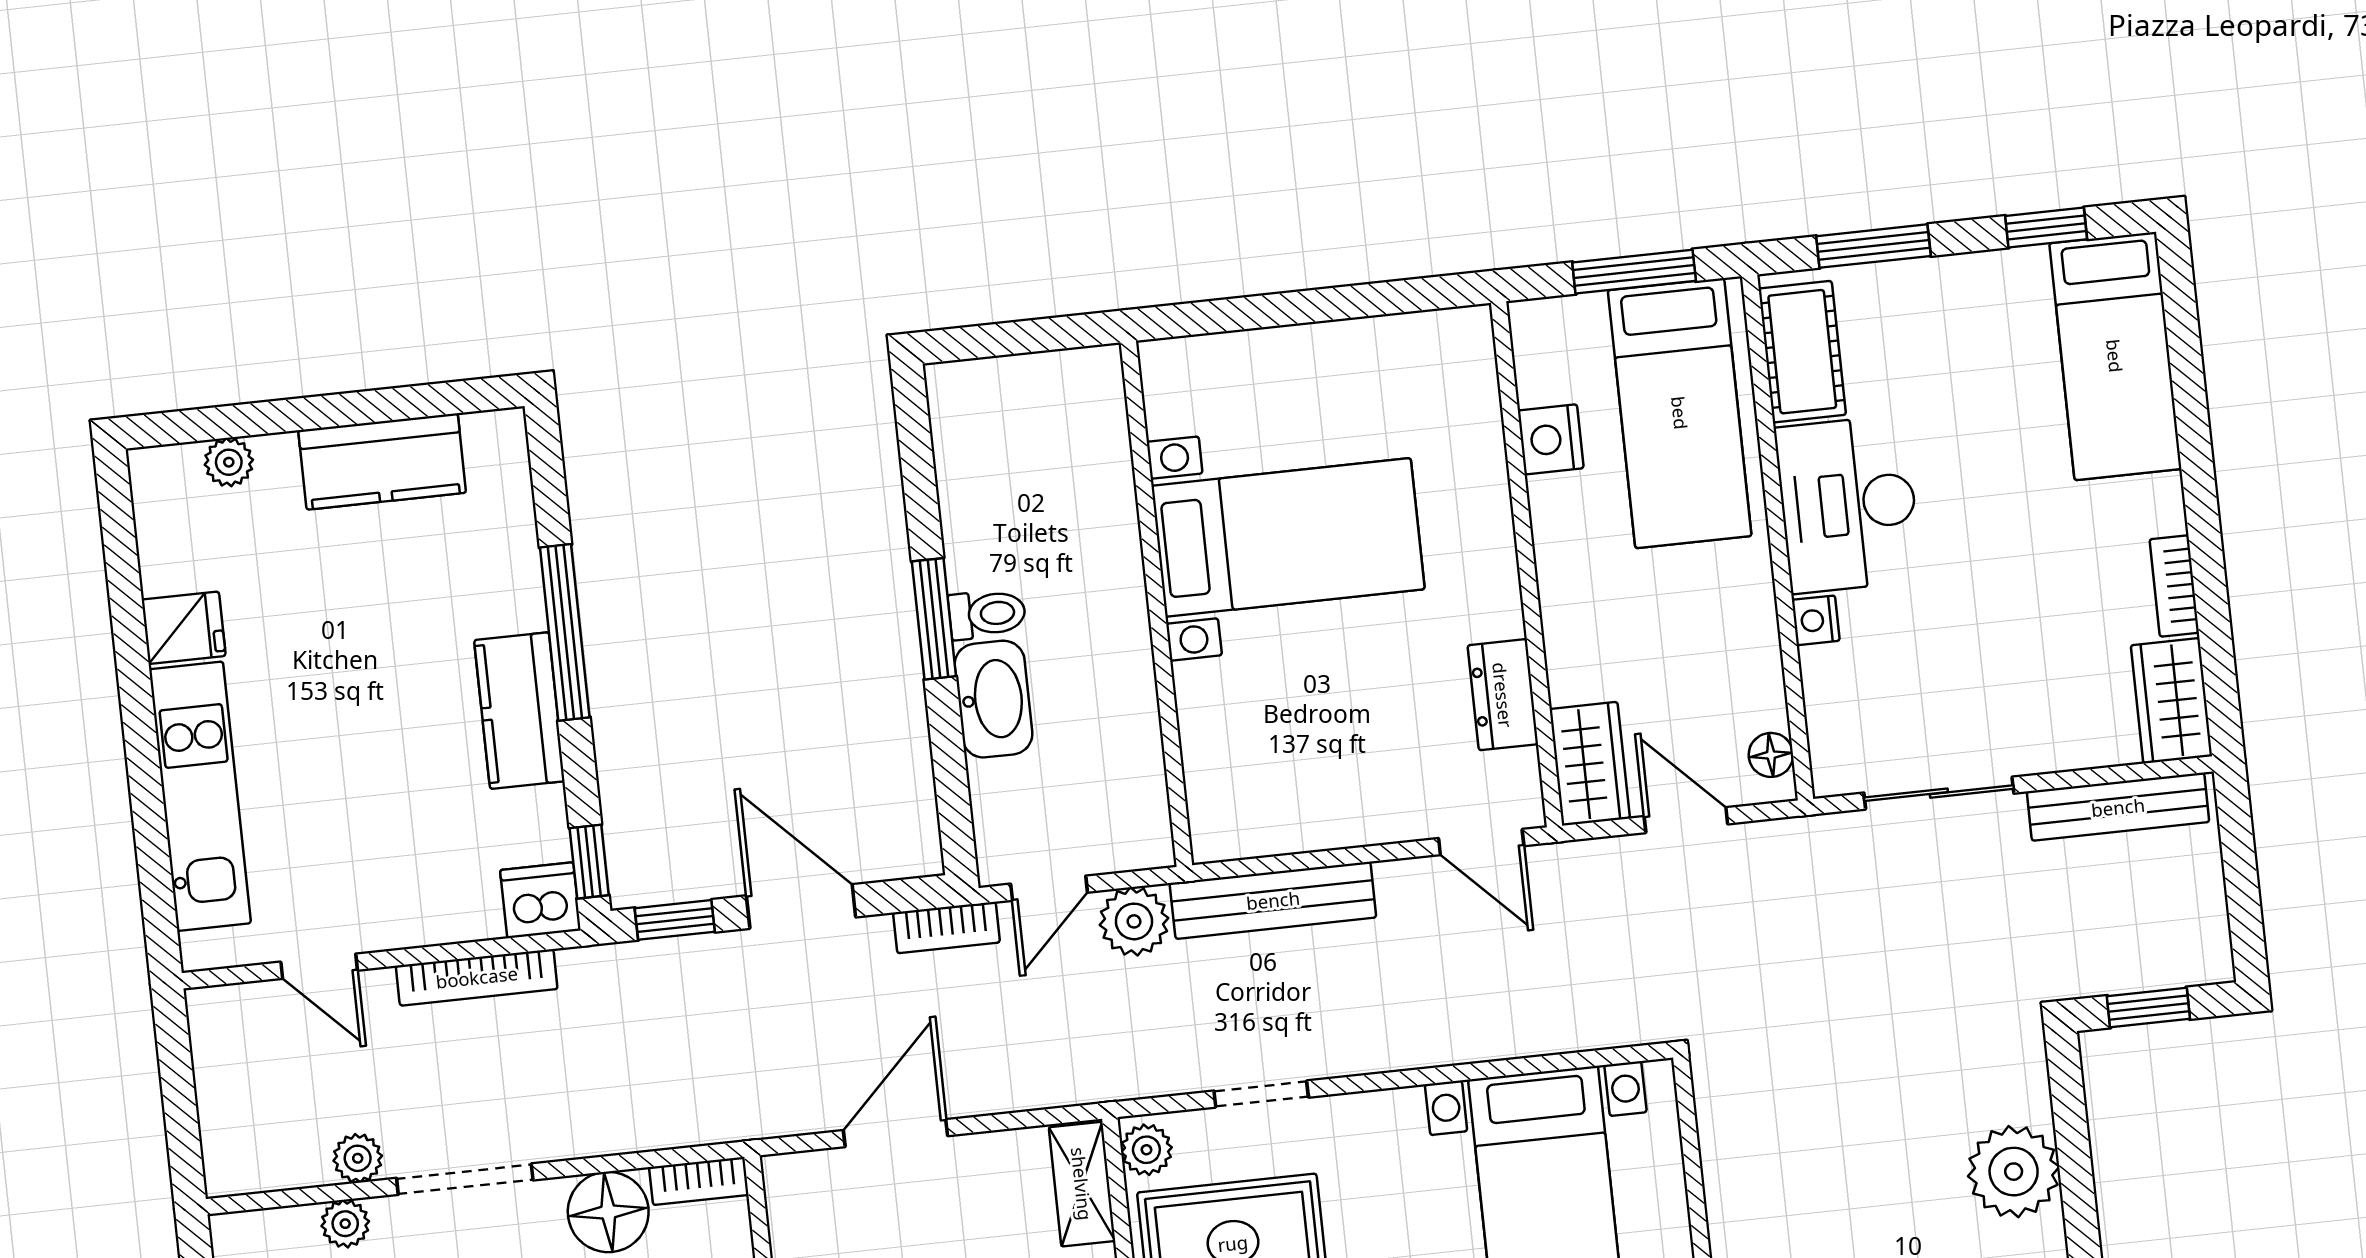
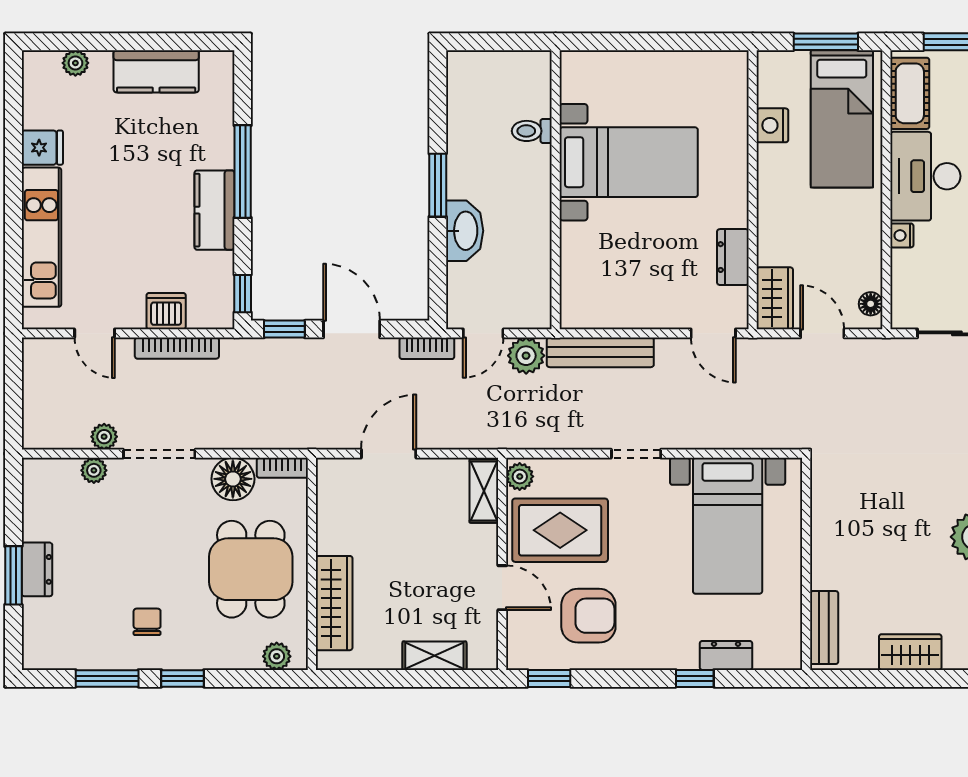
toilet: (987, 614) -> (532, 131), moved, turned 180
dishwasher: (540, 900) -> (166, 311), moved
doorway: (1261, 1094) -> (636, 454), moved

